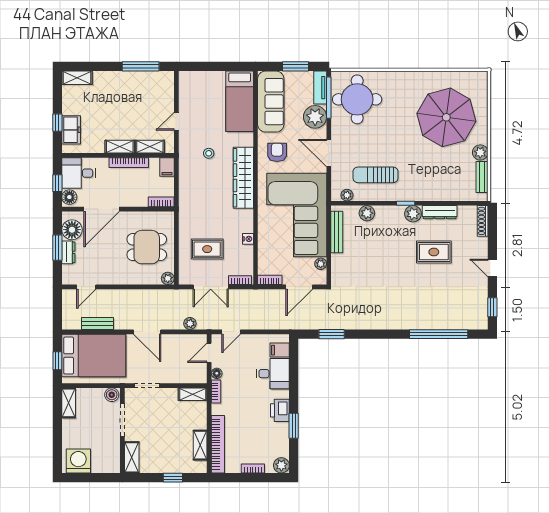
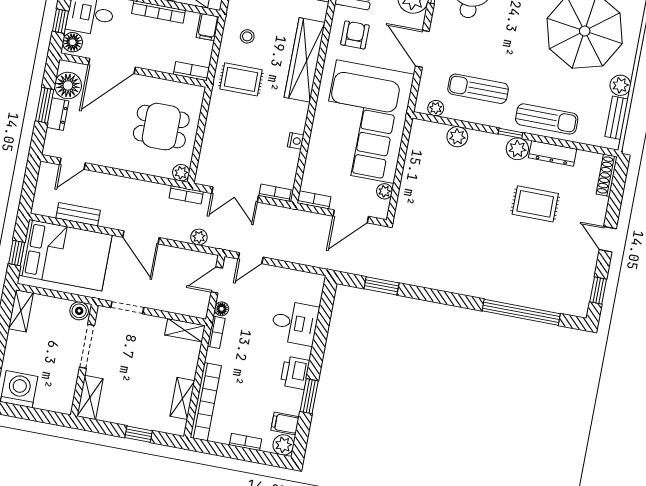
stool: (209, 153) -> (247, 36), moved
sun lounger: (430, 188) -> (547, 119), added
bench: (337, 232) -> (413, 154), removed
rug: (207, 249) -> (241, 79), moved
bookcase: (175, 294) -> (186, 195), added
filing cabinet: (280, 350) -> (285, 423), moved

